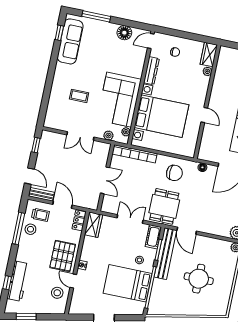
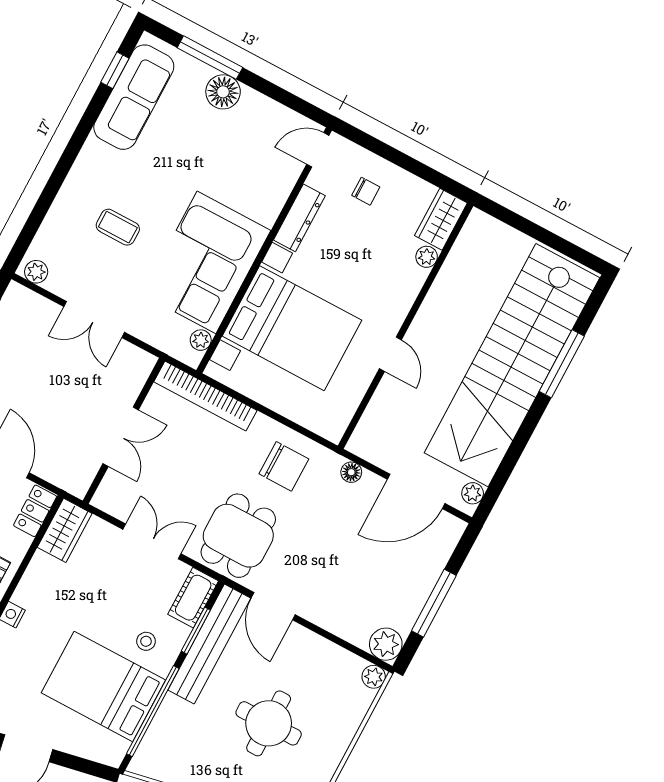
floor lamp: (124, 33) -> (223, 92), moved
plant: (108, 136) -> (36, 272), moved

